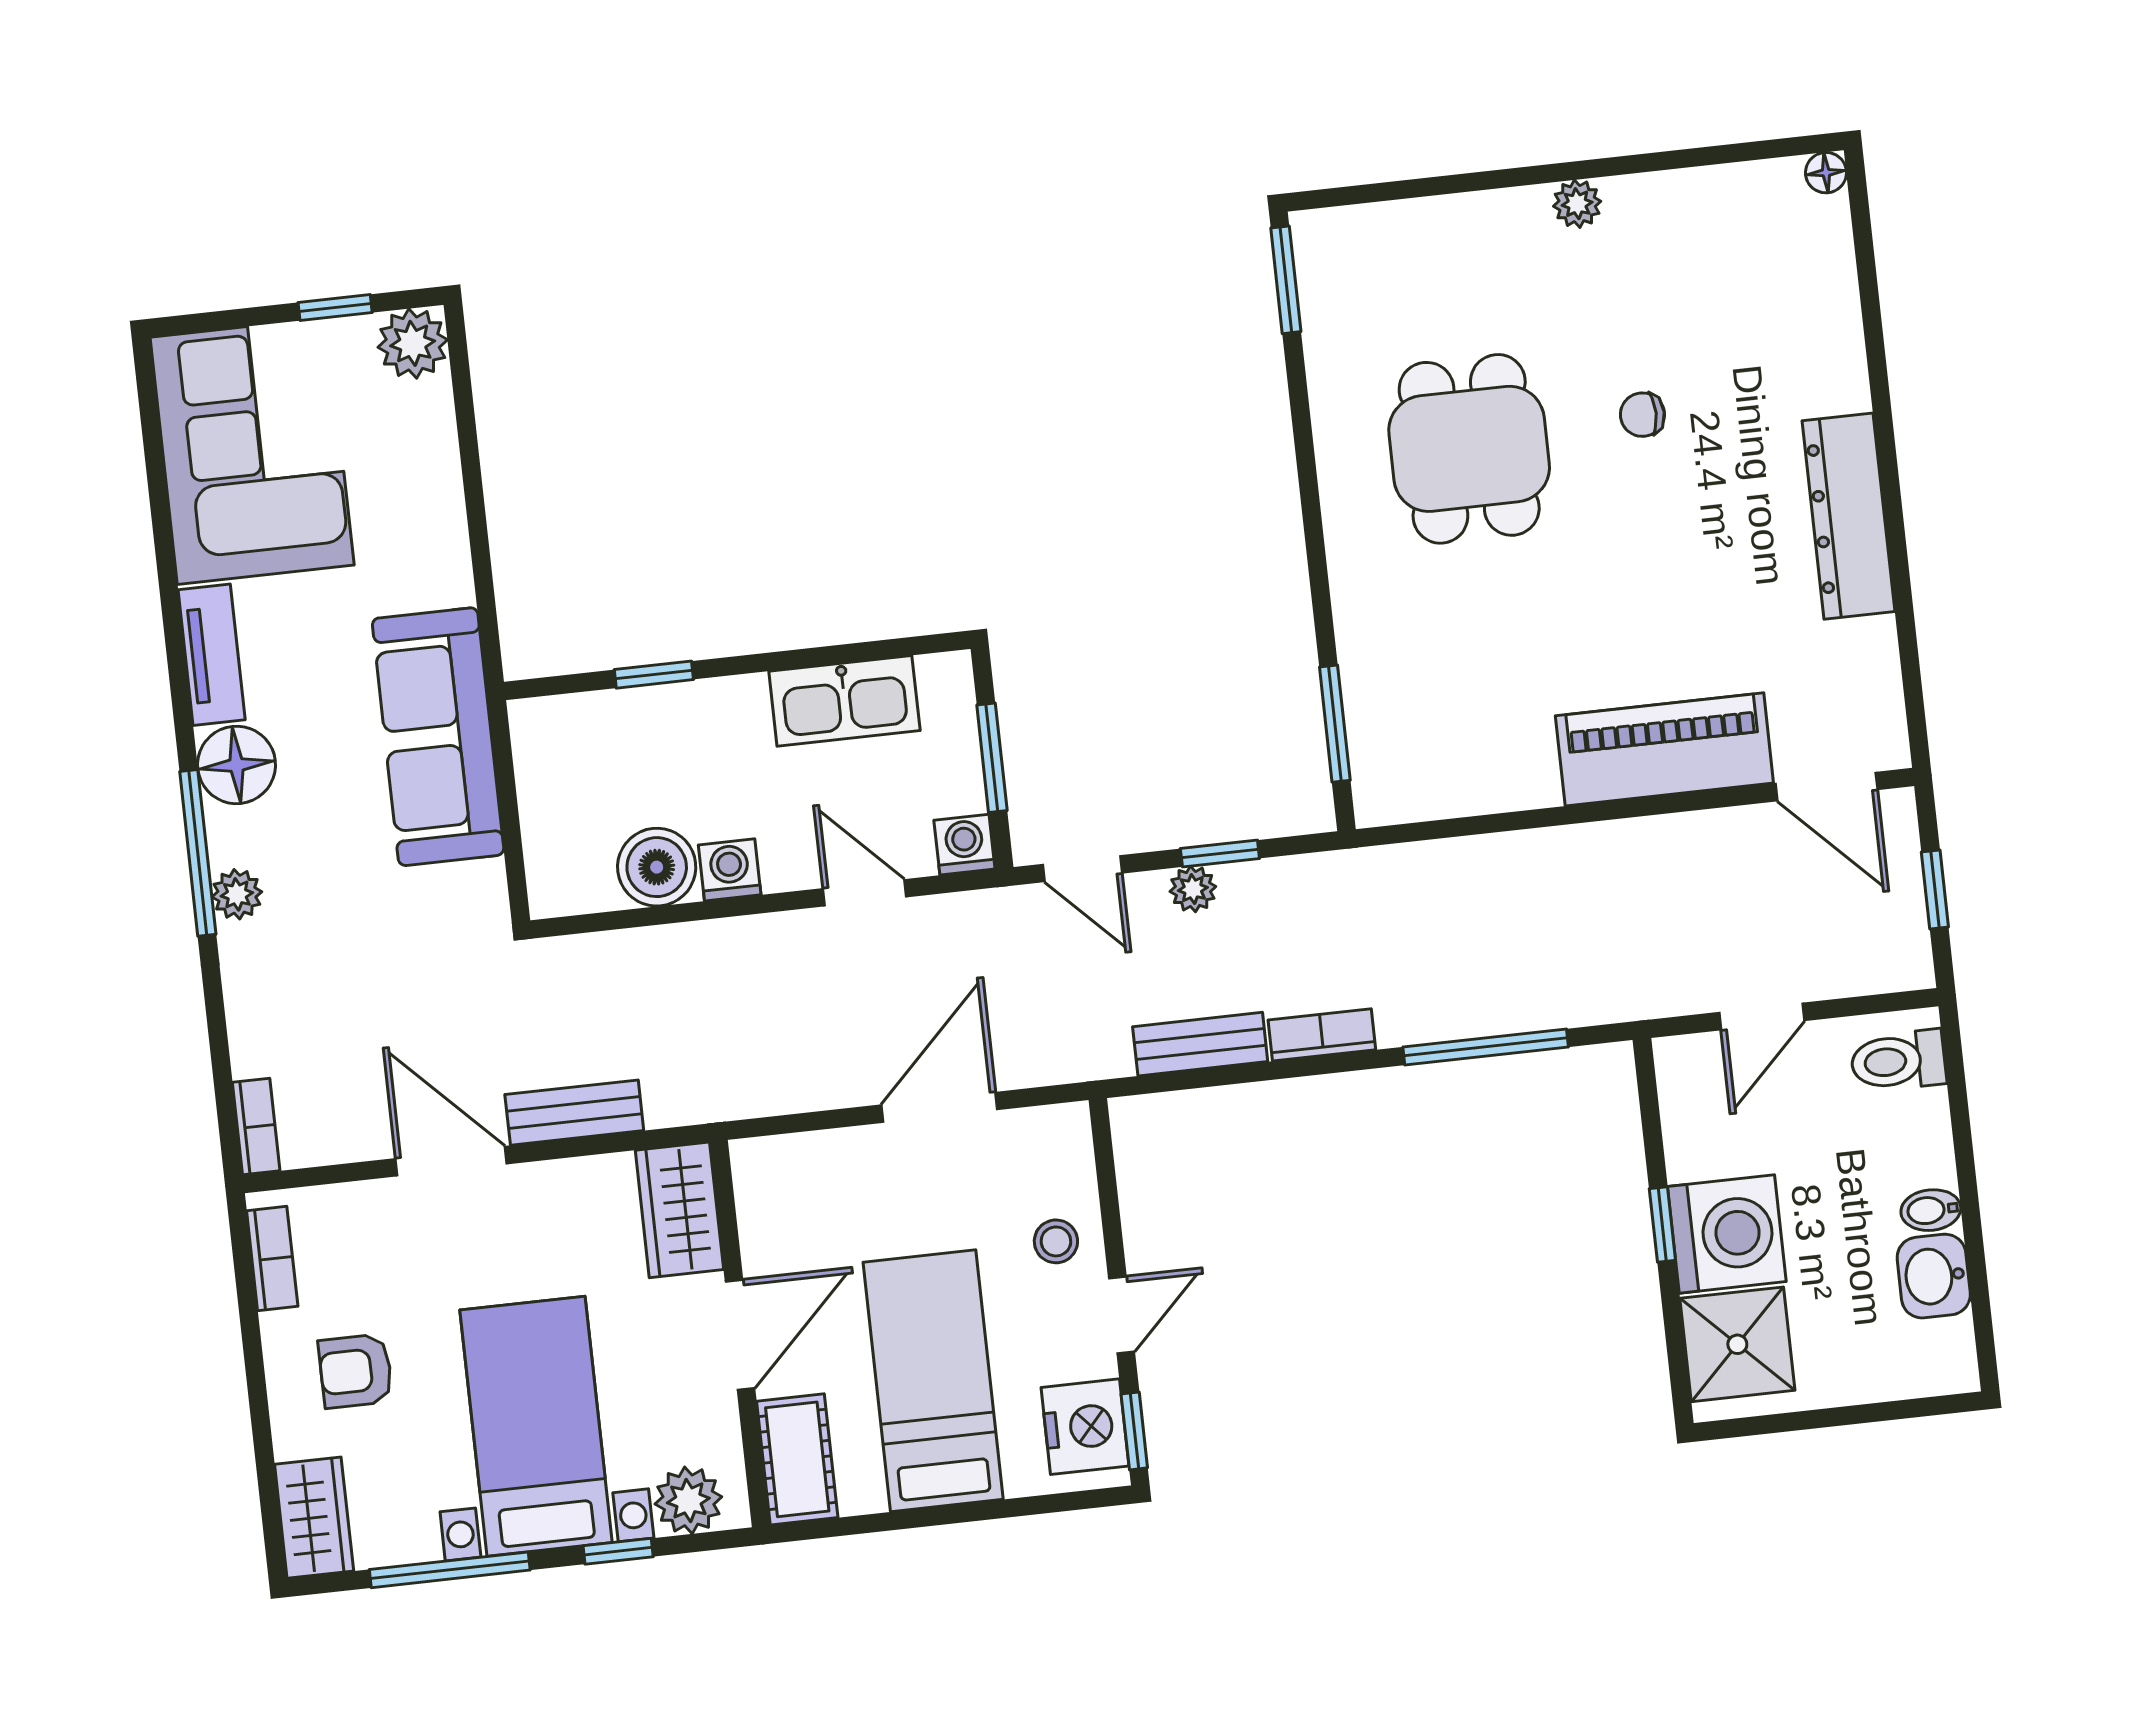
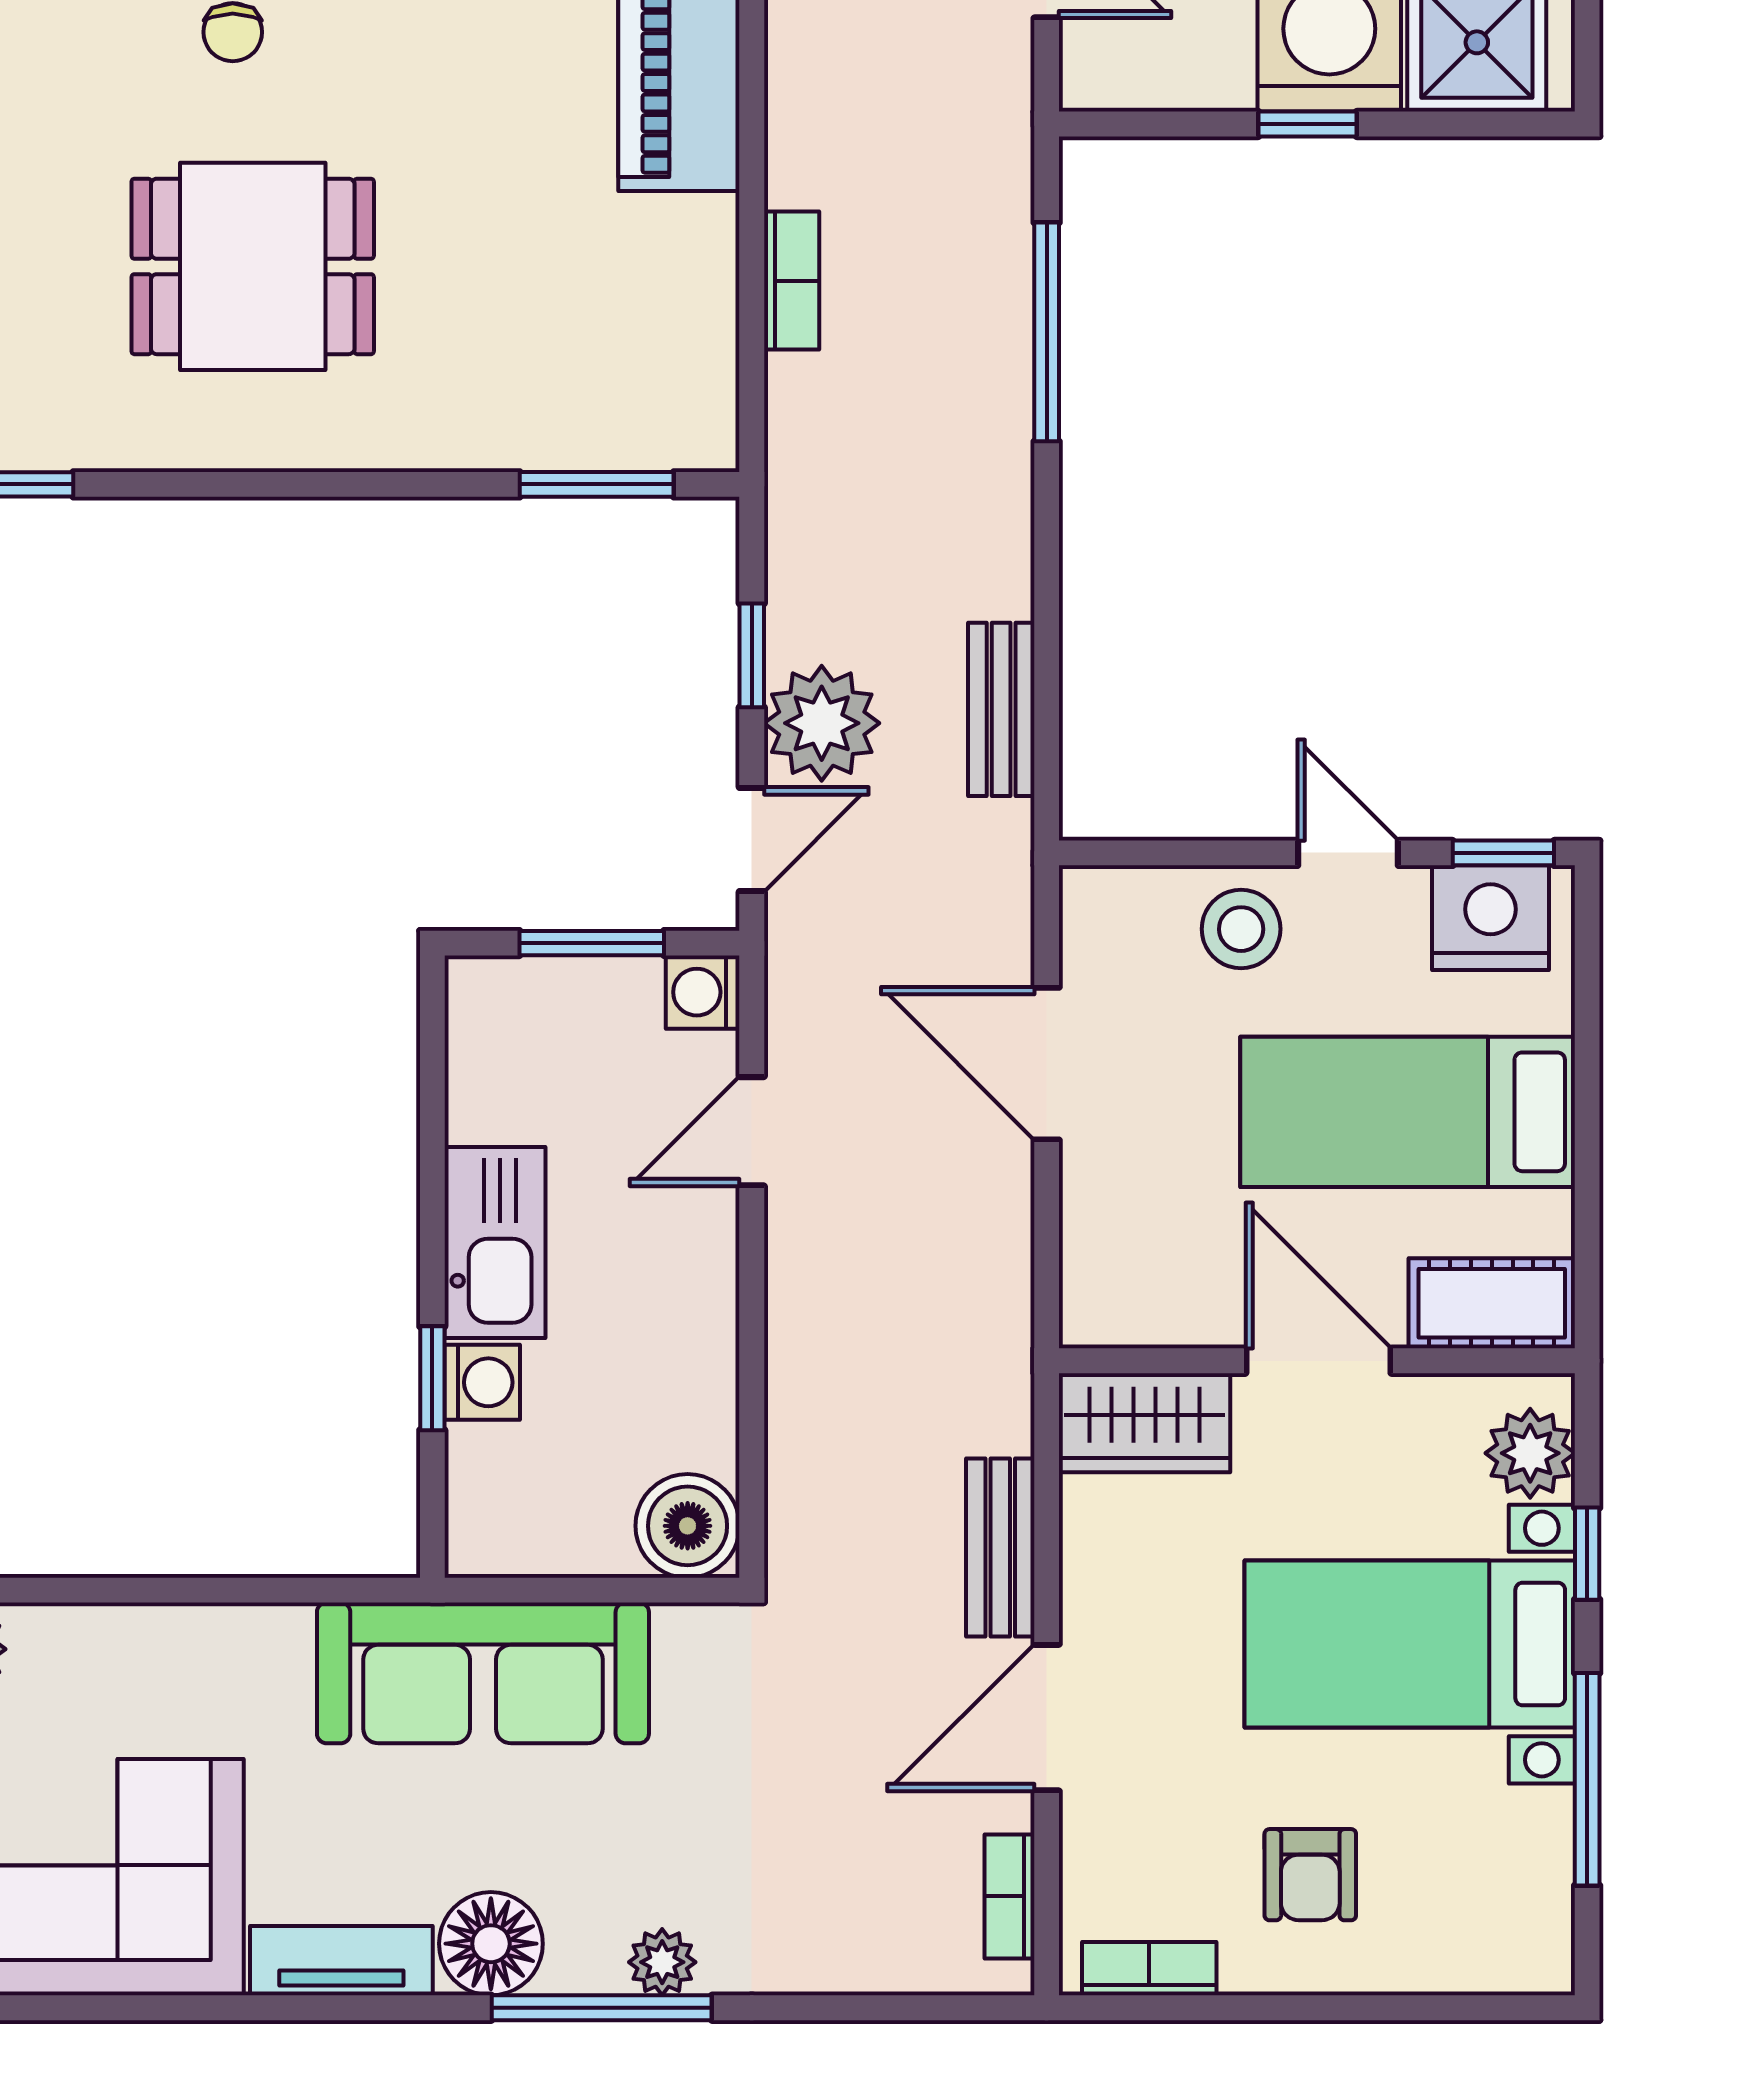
kitchen sink: (844, 701) -> (495, 1242), moved
boiler: (657, 867) -> (688, 1526), moved
washing machine: (730, 870) -> (482, 1382), moved, turned 180
plant: (1193, 889) -> (822, 723), width x1.88, depth x1.88
bookcase: (1322, 1035) -> (792, 281), moved, turned 180
bookcase: (256, 1126) -> (1009, 1896), moved, turned -90
stool: (1056, 1241) -> (1241, 929), width x1.37, depth x1.37
wardrobe: (314, 1518) -> (1498, 1951), removed

